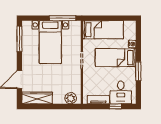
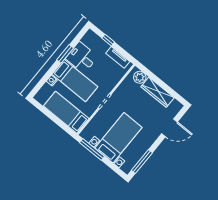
desk: (121, 92) -> (82, 57), moved, turned -90
wardrobe: (37, 98) -> (158, 92), moved

